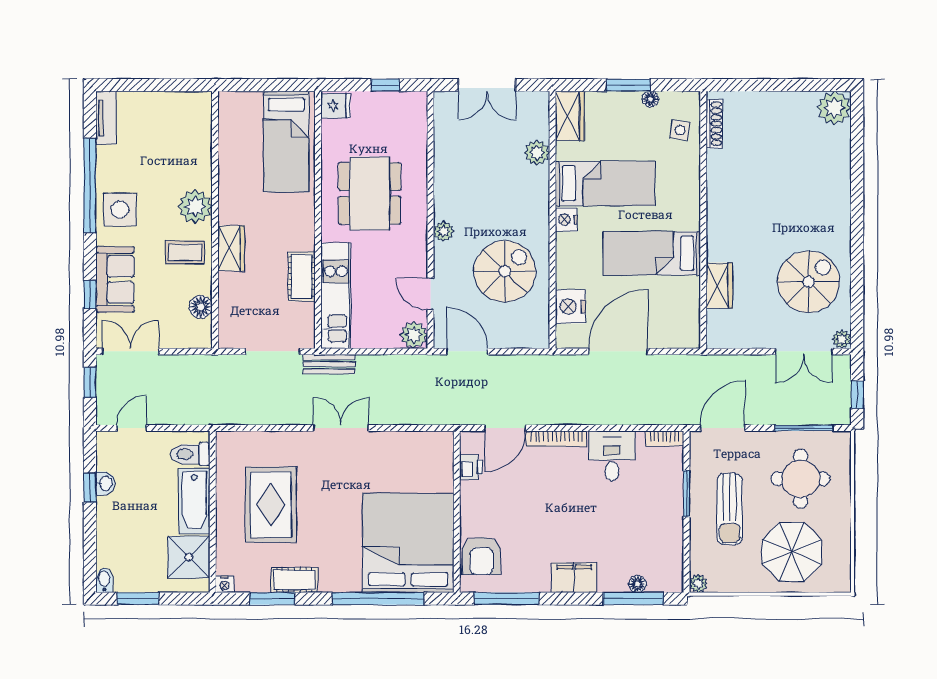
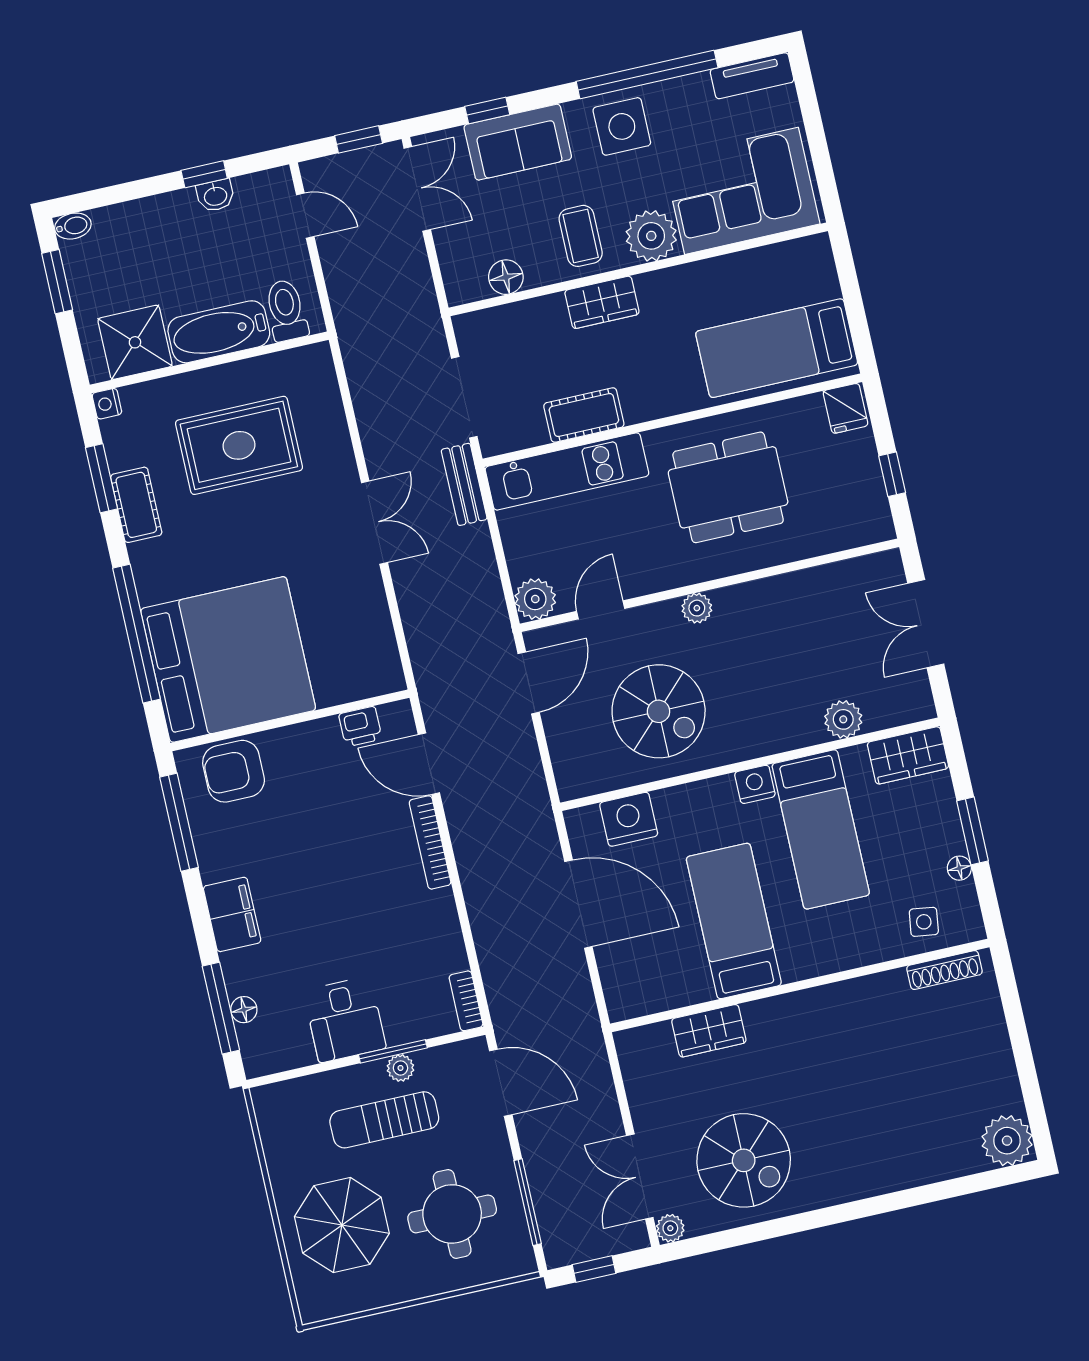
corner sofa: (179, 141) -> (741, 191), added
desk: (612, 456) -> (345, 1019), moved, turned 90
plant: (698, 584) -> (400, 1068), moved

